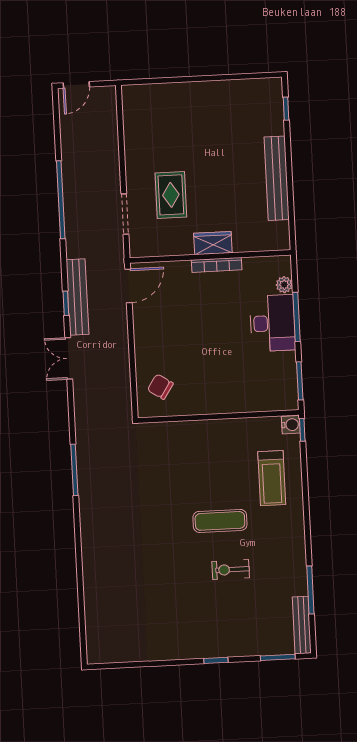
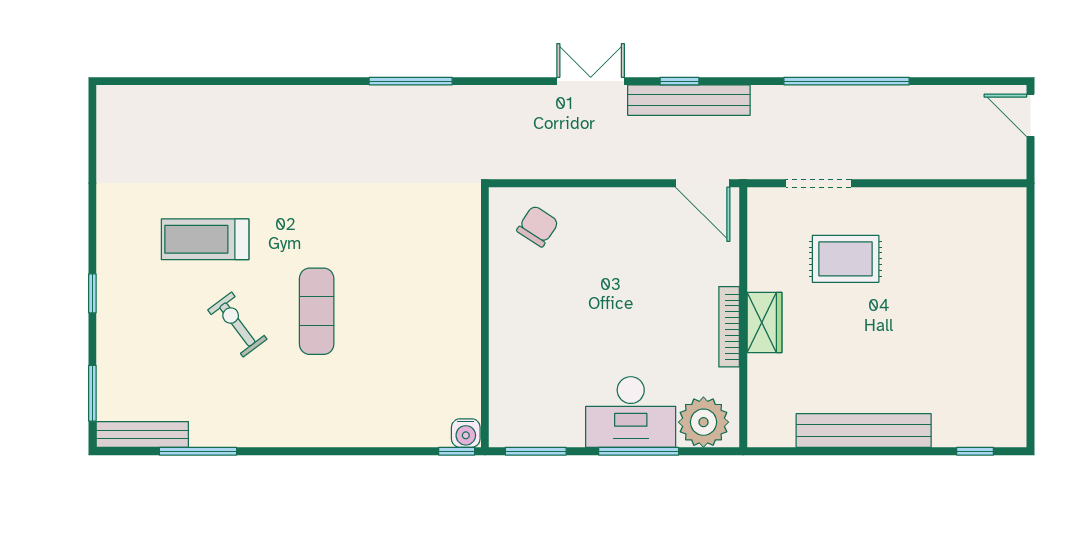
plant: (284, 285) -> (703, 422), width x1.87, depth x1.87
treadmill: (272, 478) -> (205, 239), moved
exercise bike: (231, 570) -> (237, 324), turned -37

